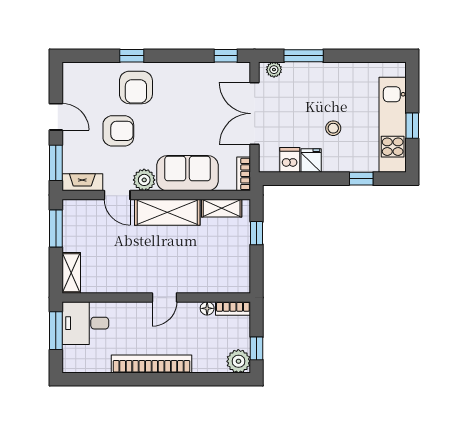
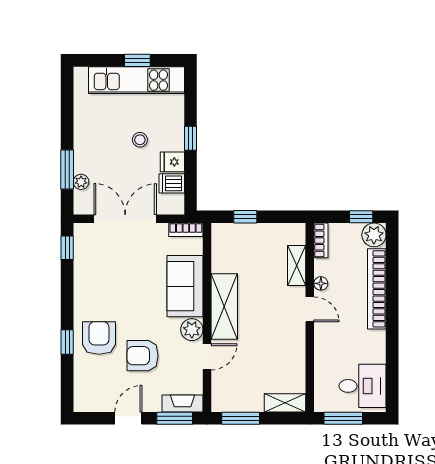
plant: (274, 70) -> (81, 182), moved
armchair: (136, 87) -> (99, 338), turned -90
double door: (255, 114) -> (125, 219), swing flipped
armchair: (118, 131) -> (143, 356), turned -90
window: (361, 179) -> (191, 138), moved
fireplace: (82, 182) -> (183, 403), moved, turned 90
shelving: (222, 208) -> (297, 265), moved
floor lamp: (207, 308) -> (321, 283), moved
desk: (85, 323) -> (363, 386), moved, turned -90
bookcase: (152, 364) -> (377, 289), moved

